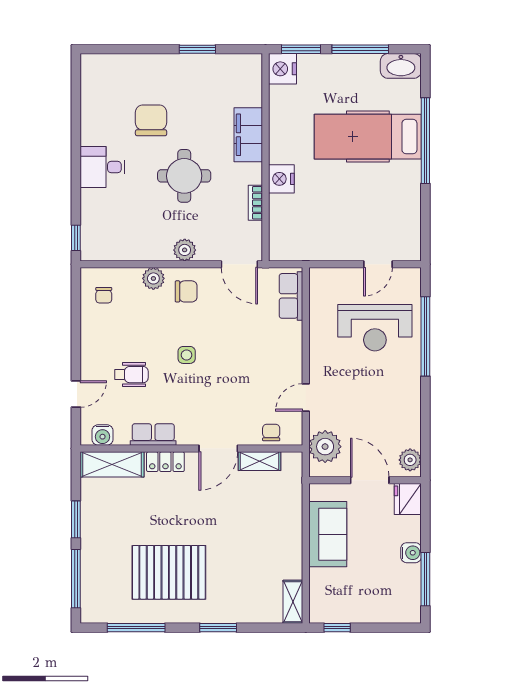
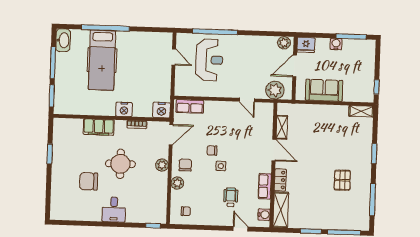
nightstand: (282, 69) -> (161, 110), moved
chair: (271, 433) -> (212, 151), moved
pallet: (169, 572) -> (342, 180), width x0.49, depth x0.50

